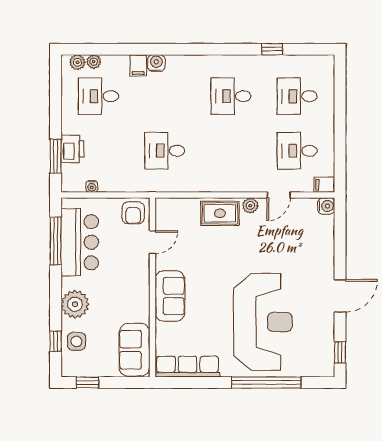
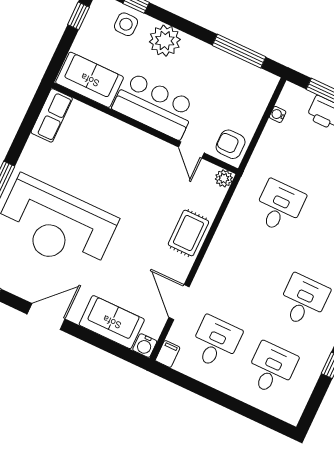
door: (279, 195) -> (179, 302), width x1.38
plant: (250, 205) -> (224, 178), moved
bar counter: (80, 242) -> (154, 106), moved, turned 180
sofa: (170, 296) -> (112, 322), moved, turned 180
door: (340, 296) -> (46, 317), swing flipped
row of seats: (188, 367) -> (52, 115), width x0.68

